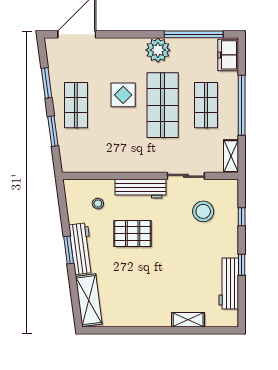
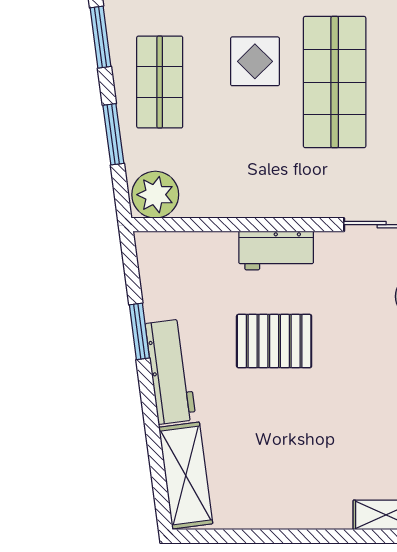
plant: (74, 161) -> (155, 195), added
workbench: (141, 189) -> (276, 251), width x0.73
stool: (98, 204) -> (204, 280), removed
window: (69, 250) -> (139, 331), moved

